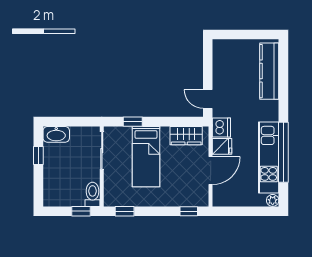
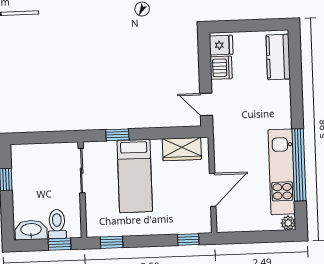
kitchen counter: (269, 71) -> (278, 57), width x0.67
dishwasher: (221, 127) -> (221, 68), moved
washbasin: (56, 134) -> (31, 230), moved, turned 180
fridge: (222, 146) -> (221, 45), moved
toilet: (93, 194) -> (57, 224), moved

